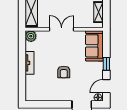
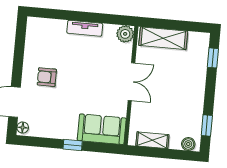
armchair: (64, 72) -> (47, 77), moved
door: (106, 86) -> (39, 142), removed

